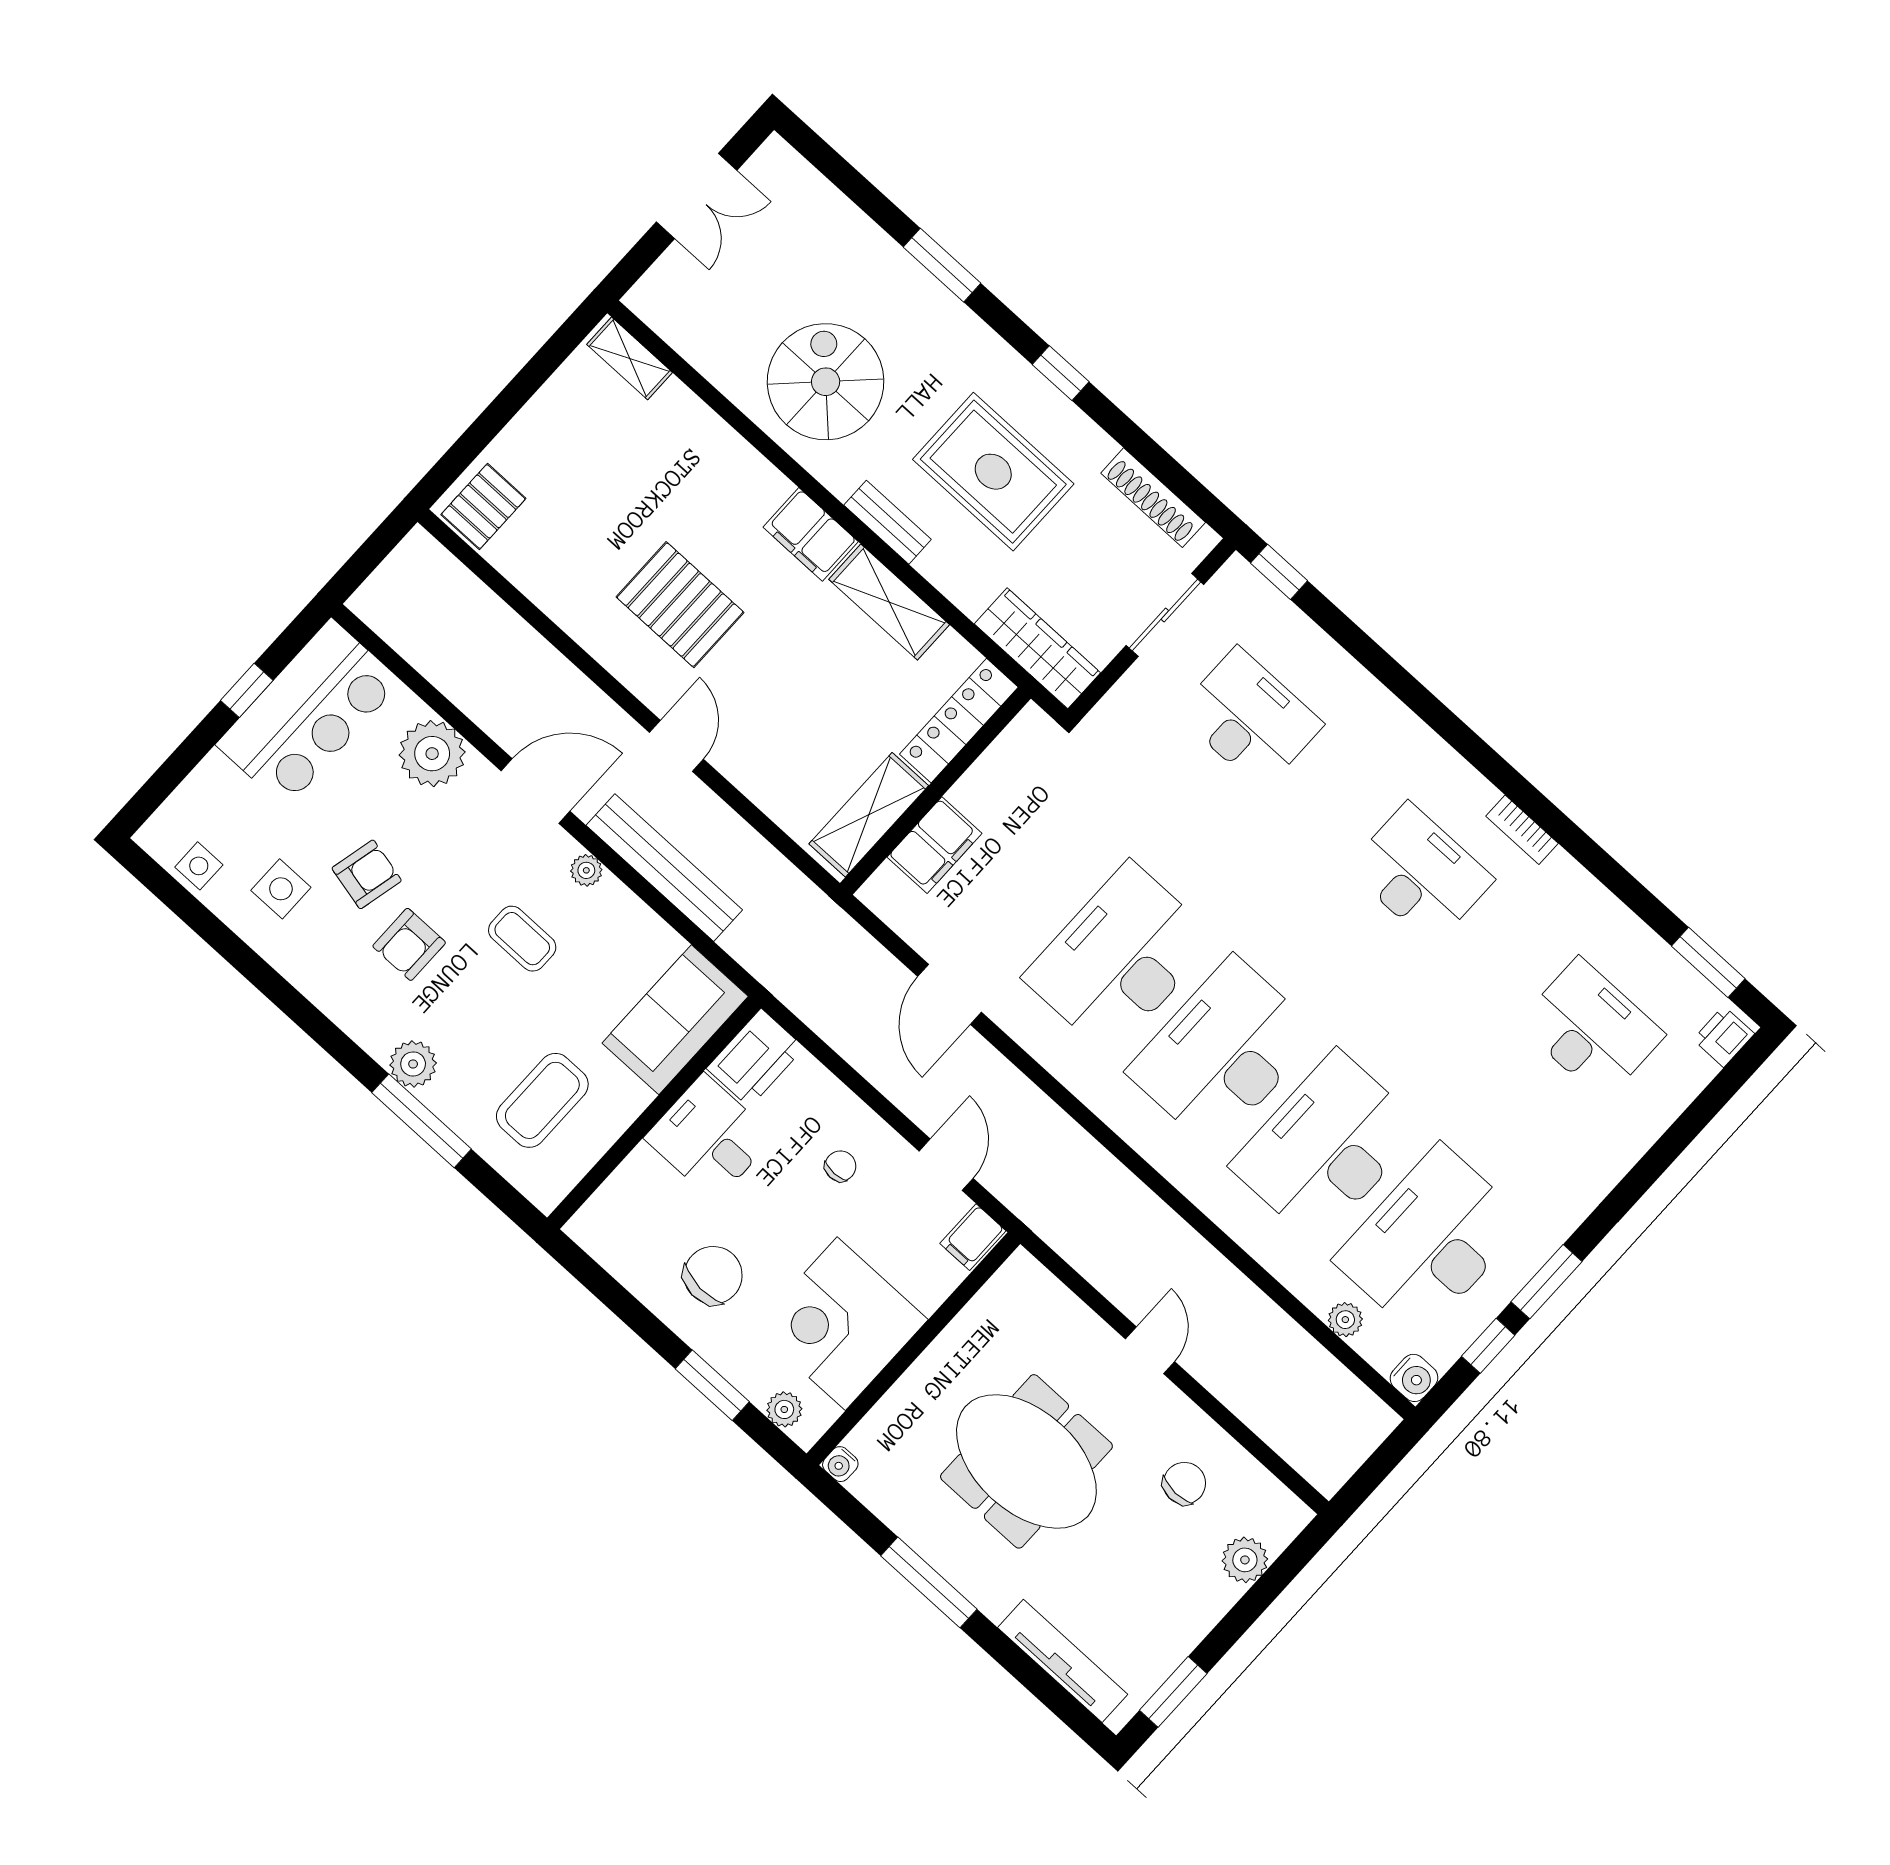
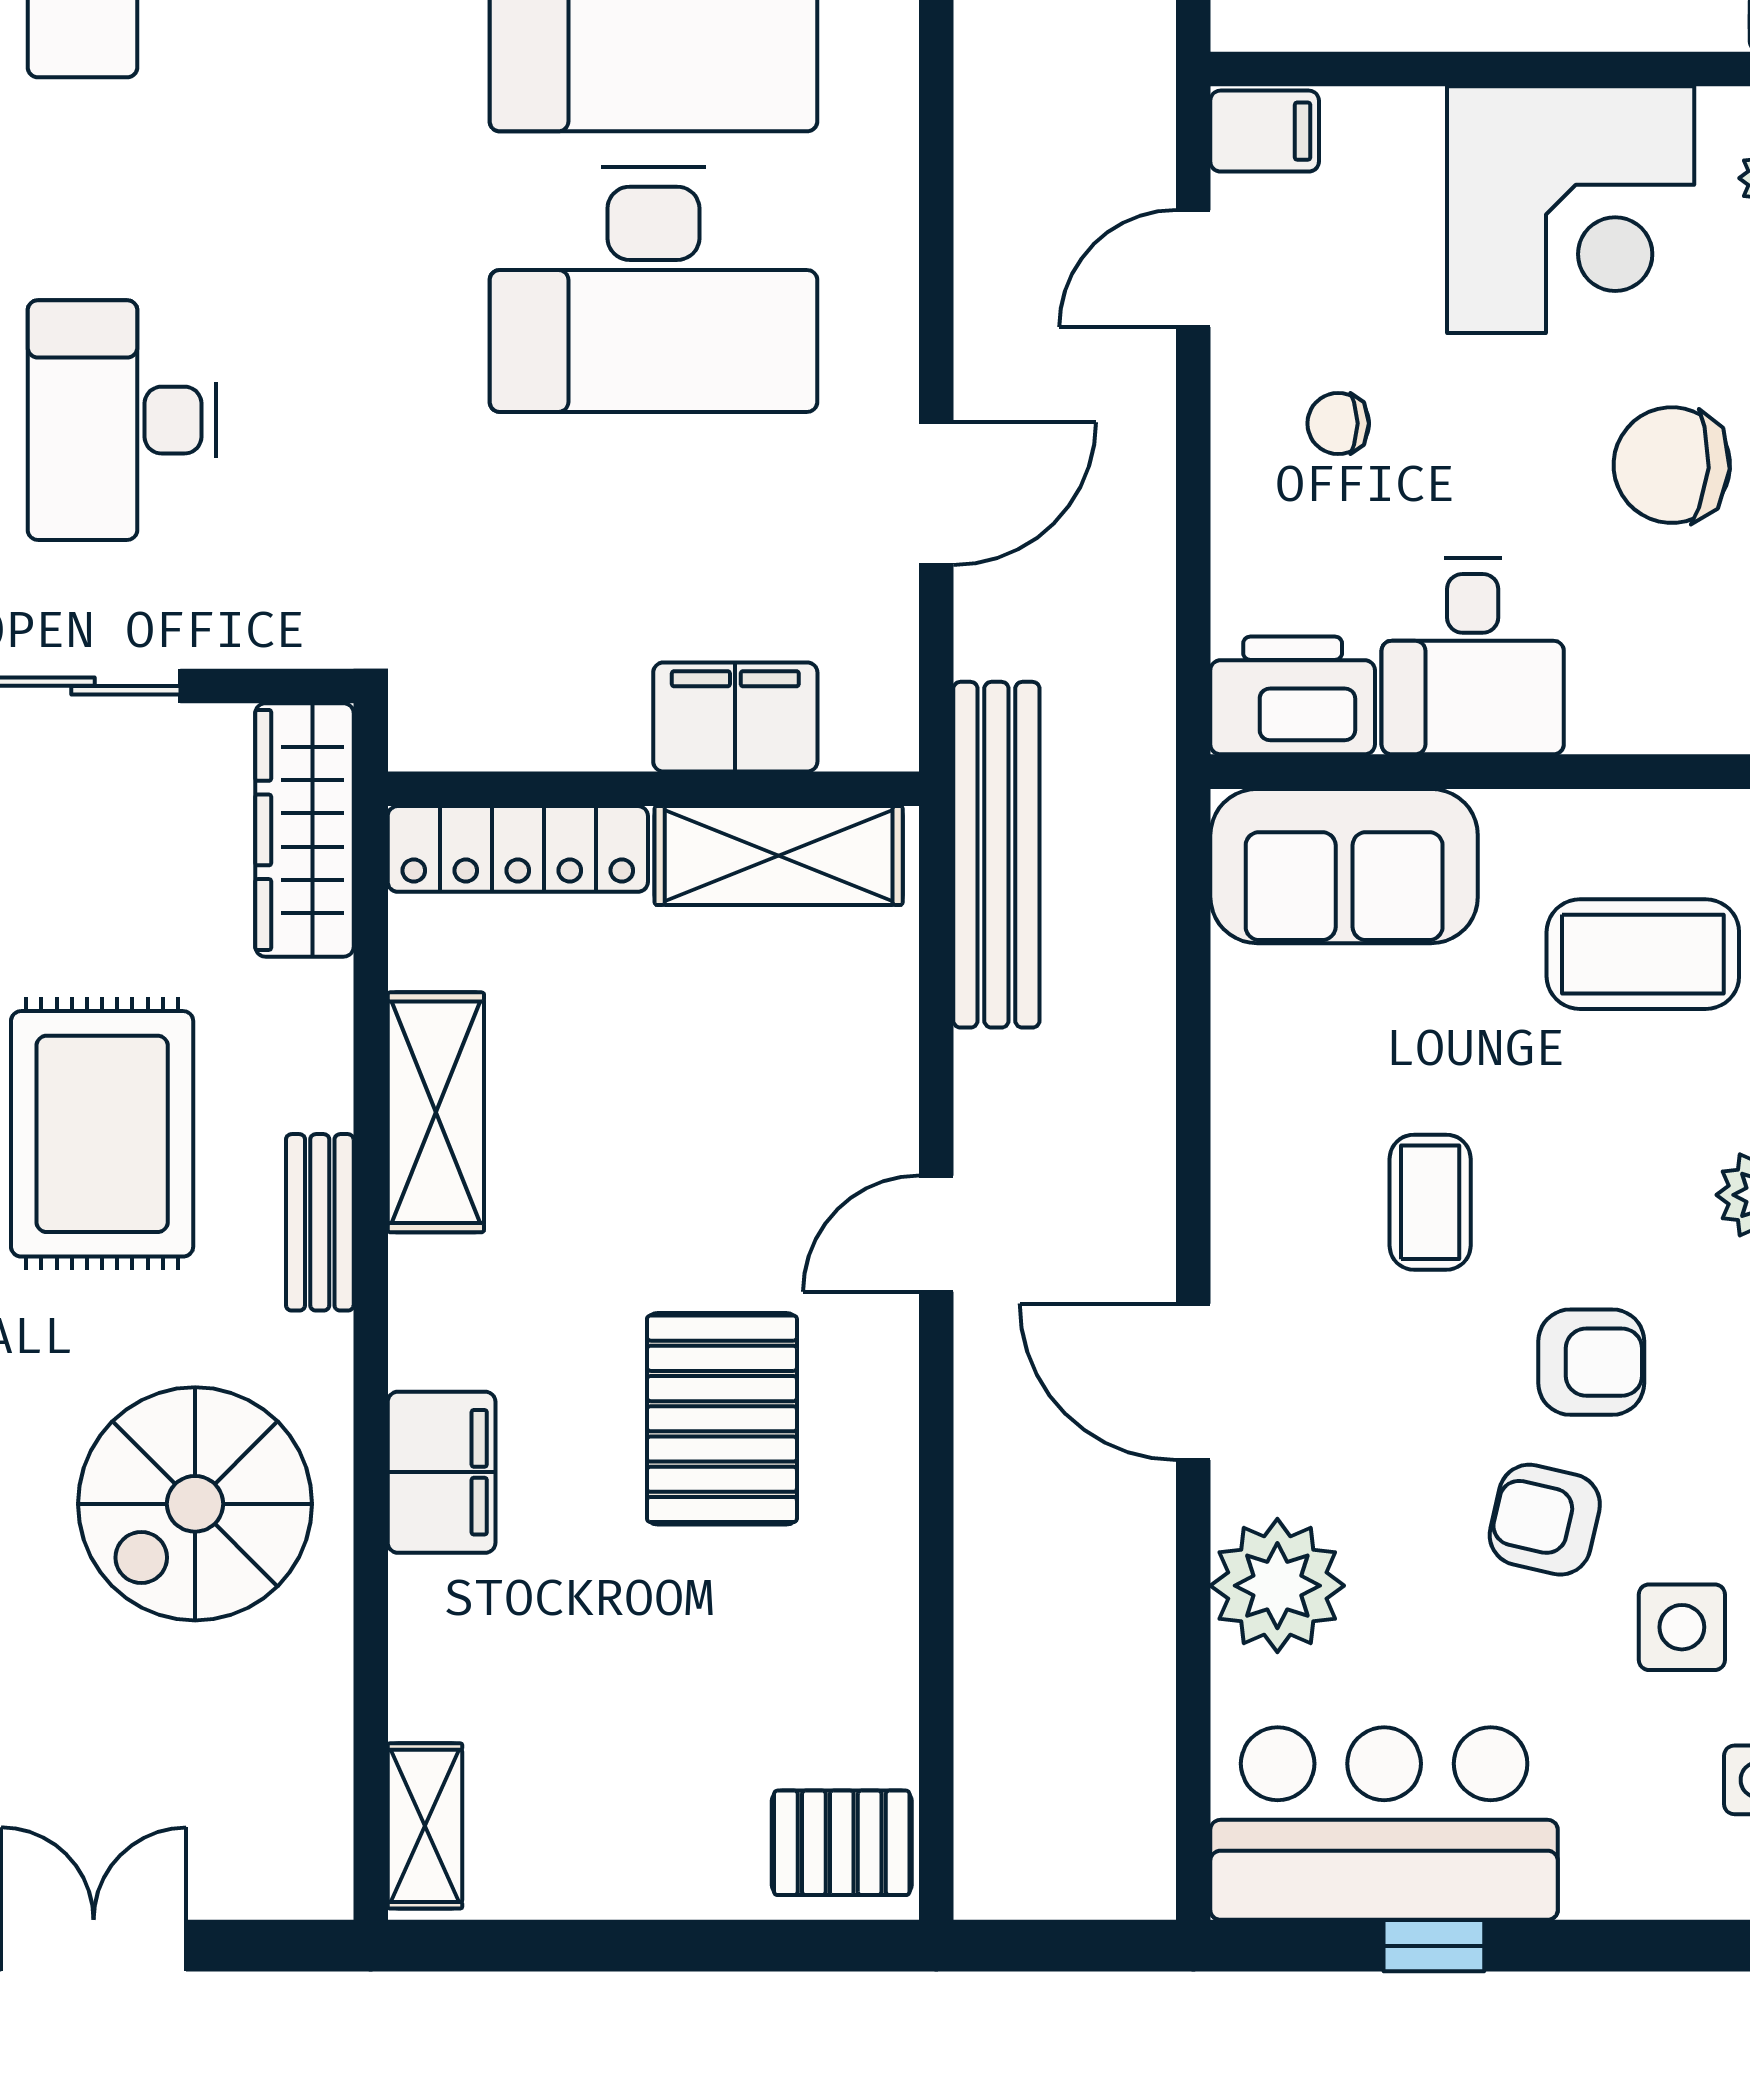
filing cabinet: (811, 534) -> (442, 1472), moved
bench: (664, 868) -> (996, 855), moved
plant: (586, 870) -> (1242, 1199), removed

